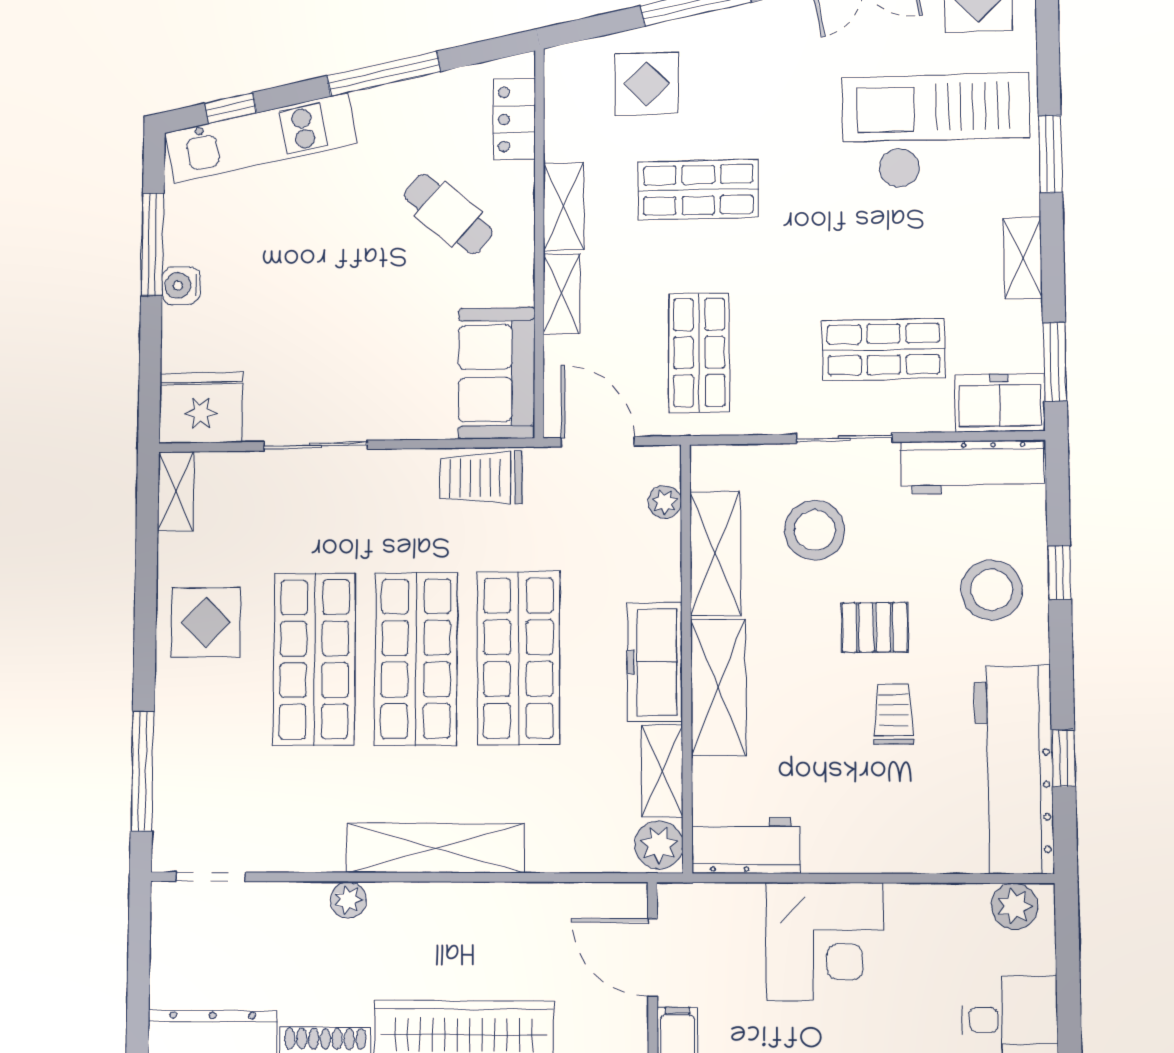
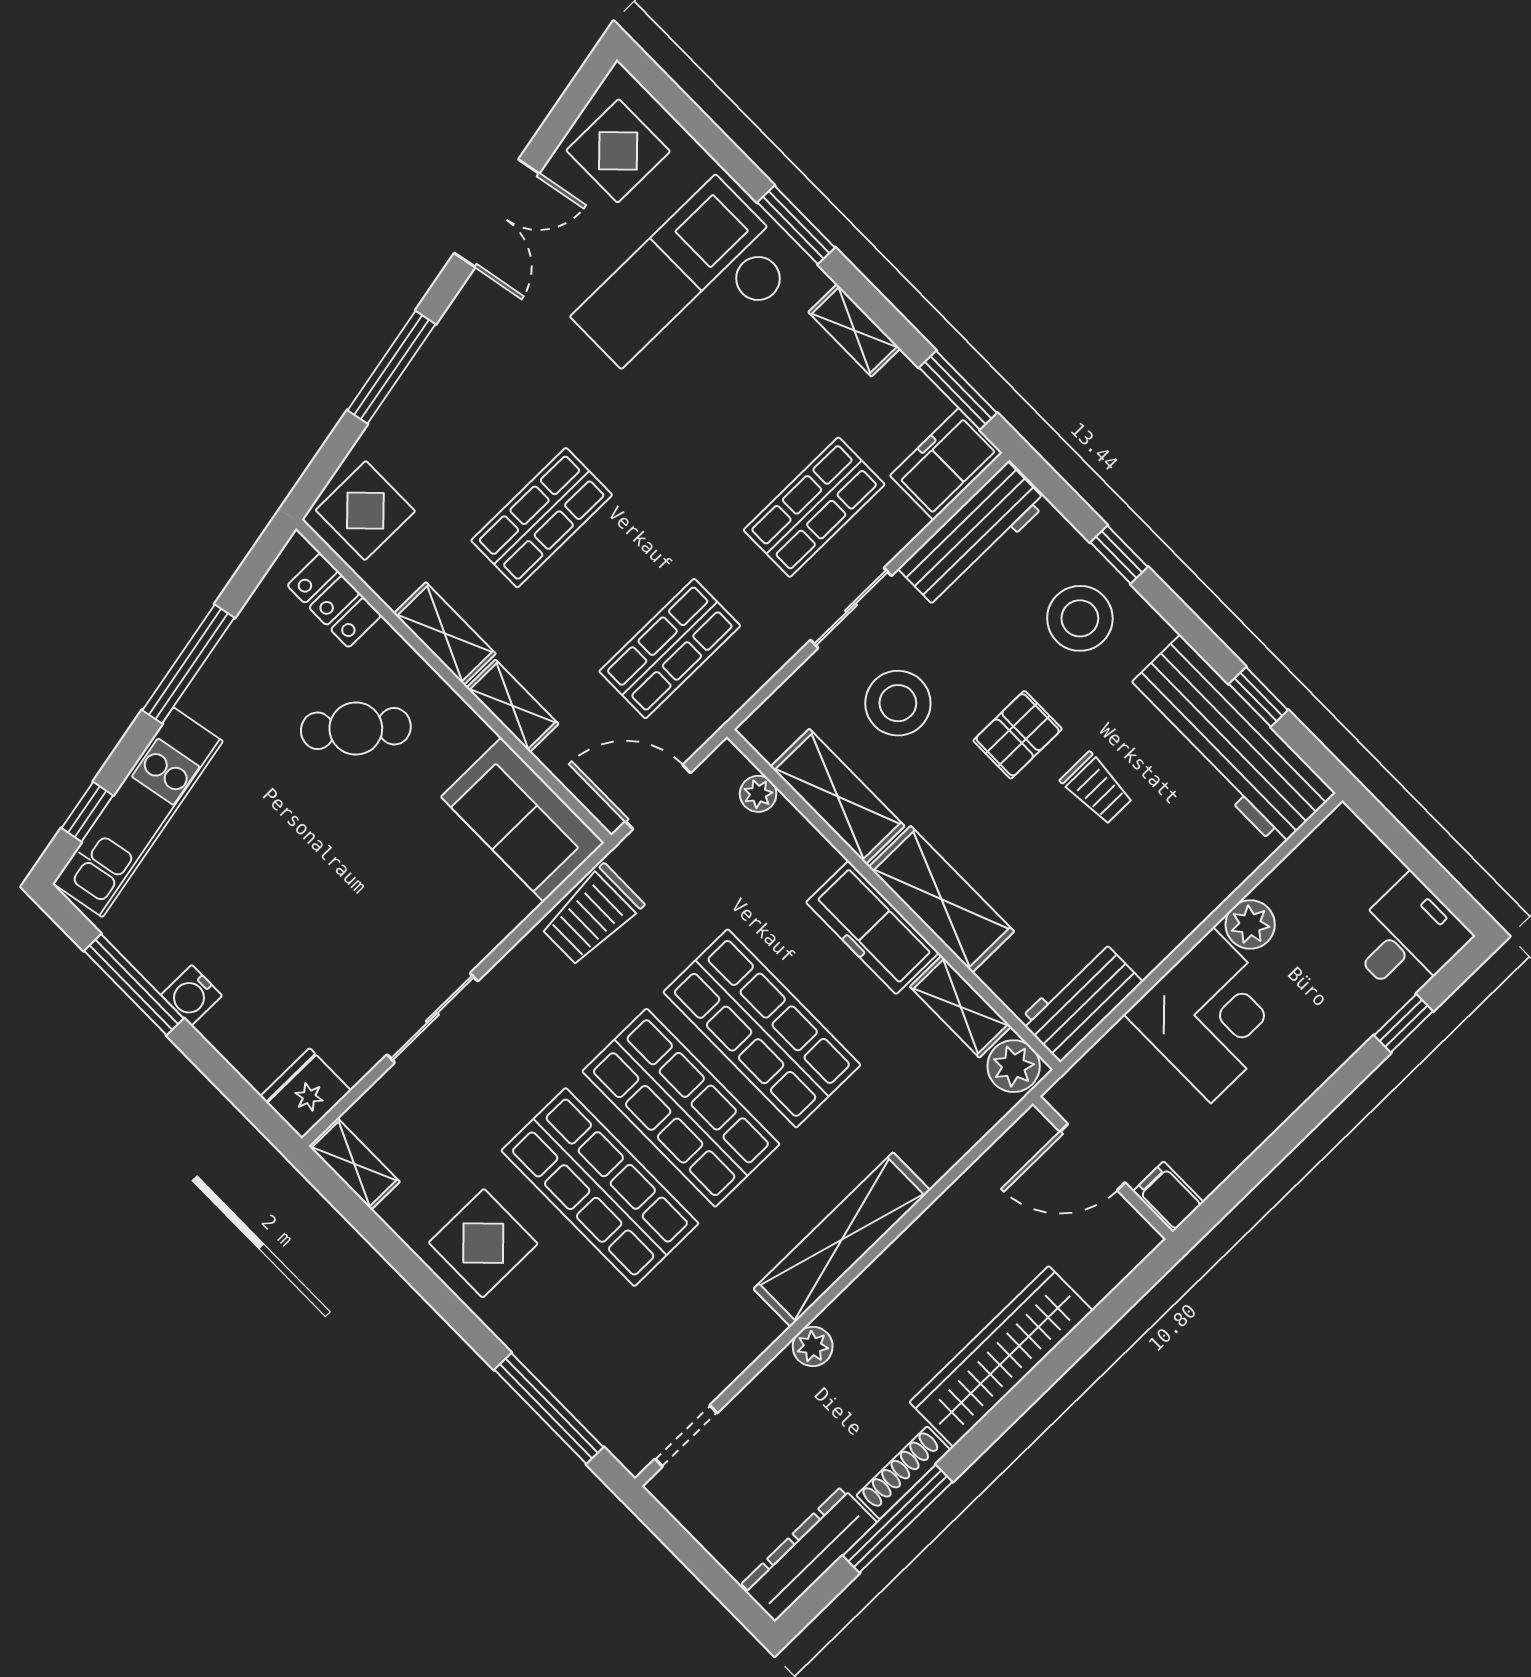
display table: (647, 84) -> (365, 511), moved
shop shelf: (699, 352) -> (670, 649), turned 90
fridge: (201, 408) -> (306, 1093), width x0.73, depth x0.75
trolley: (894, 714) -> (1097, 789), turned 180
plant: (1015, 906) -> (1250, 924), moved

